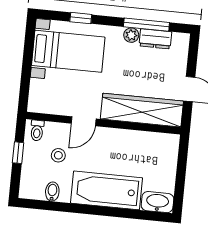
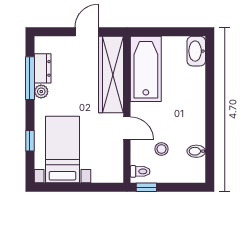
window: (18, 153) -> (146, 187), moved
bathtub: (107, 190) -> (146, 69), moved, turned 180

